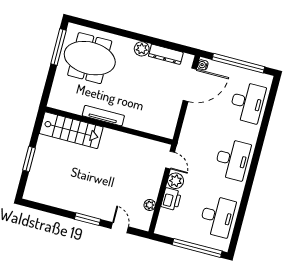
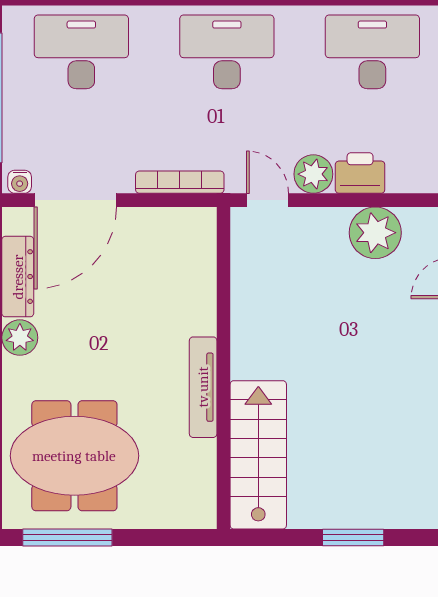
meeting table: (90, 58) -> (74, 456), turned 90
door: (190, 85) -> (75, 200), swing flipped
bookcase: (186, 128) -> (180, 182), added
door: (170, 160) -> (268, 200), hinge flipped
plant: (150, 205) -> (375, 233), width x1.87, depth x1.87

